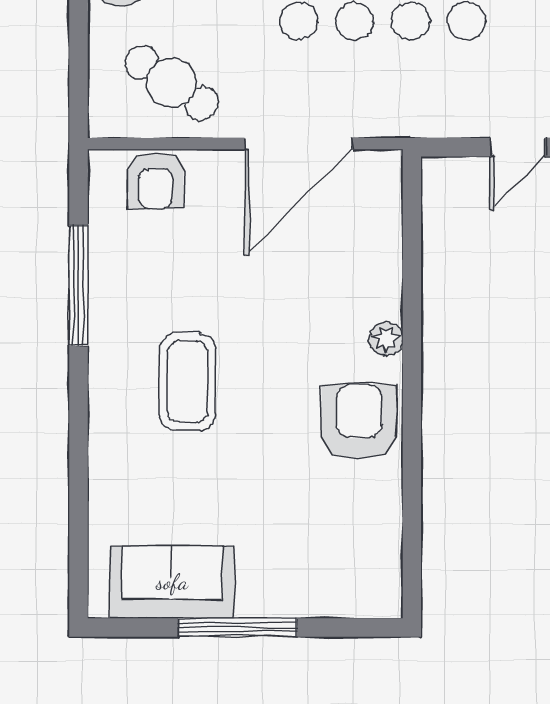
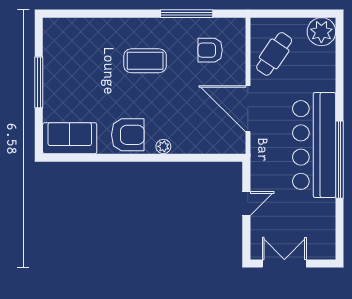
door: (518, 147) -> (246, 203), swing flipped
armchair: (156, 181) -> (210, 50), moved
sofa: (172, 582) -> (70, 138), moved, turned -90

